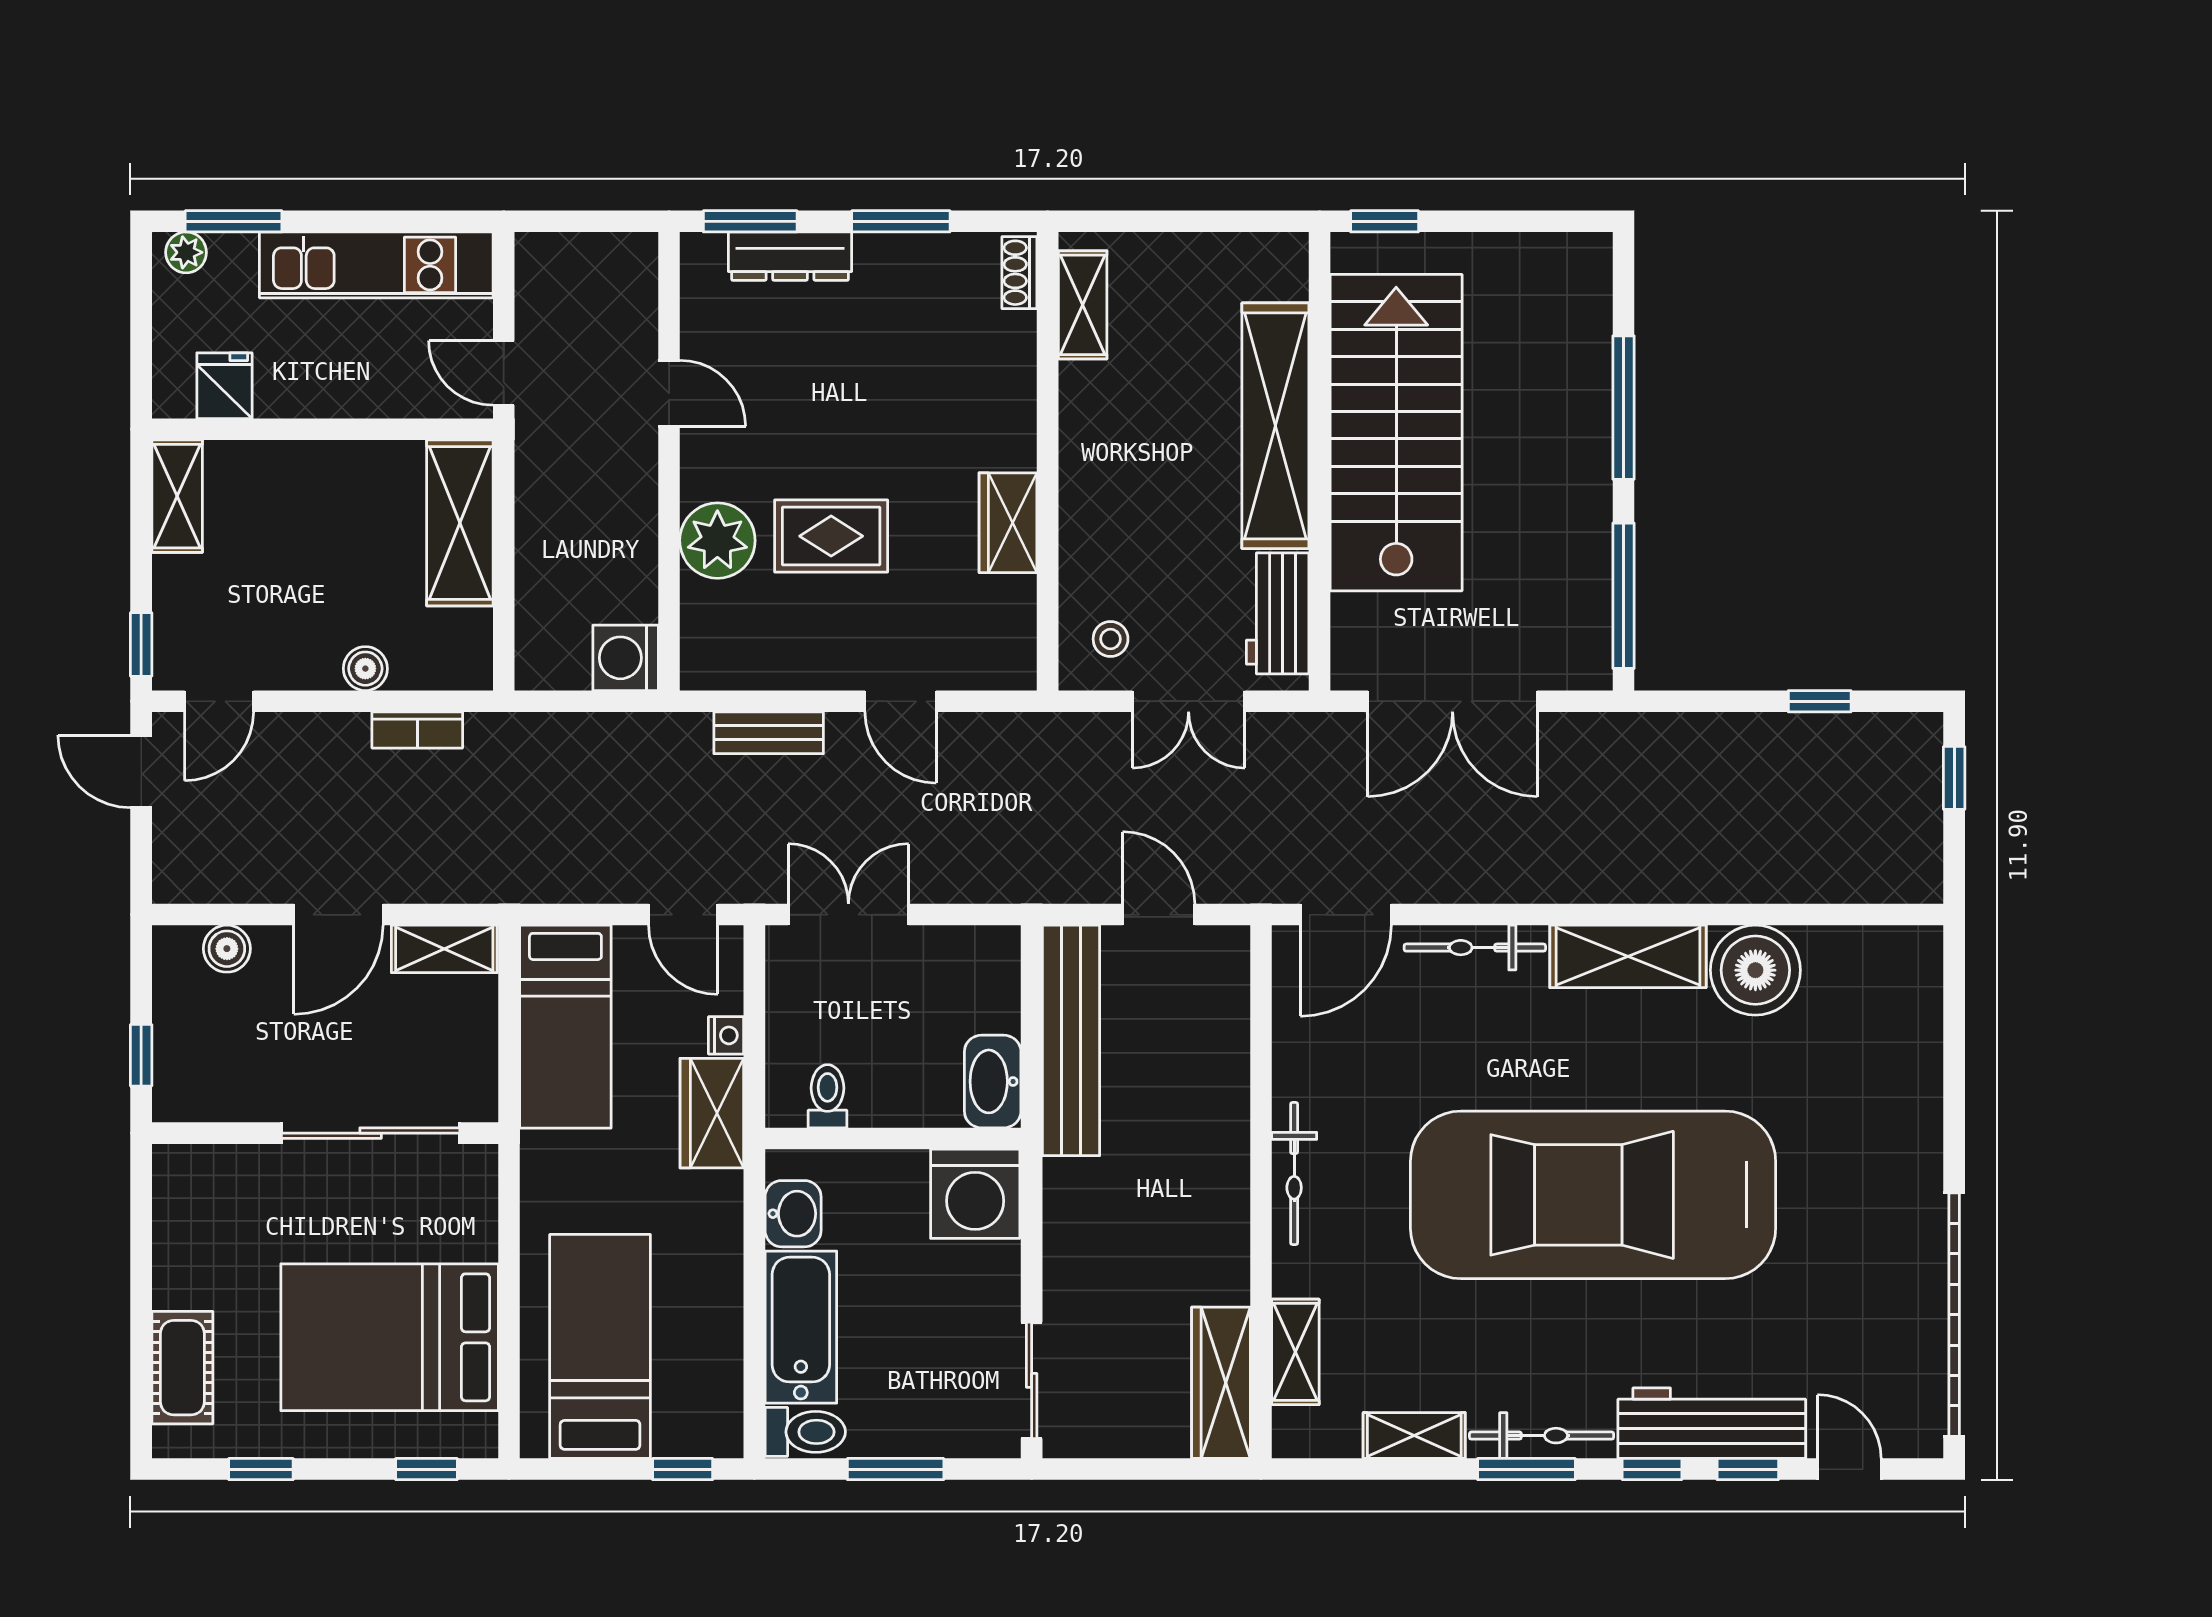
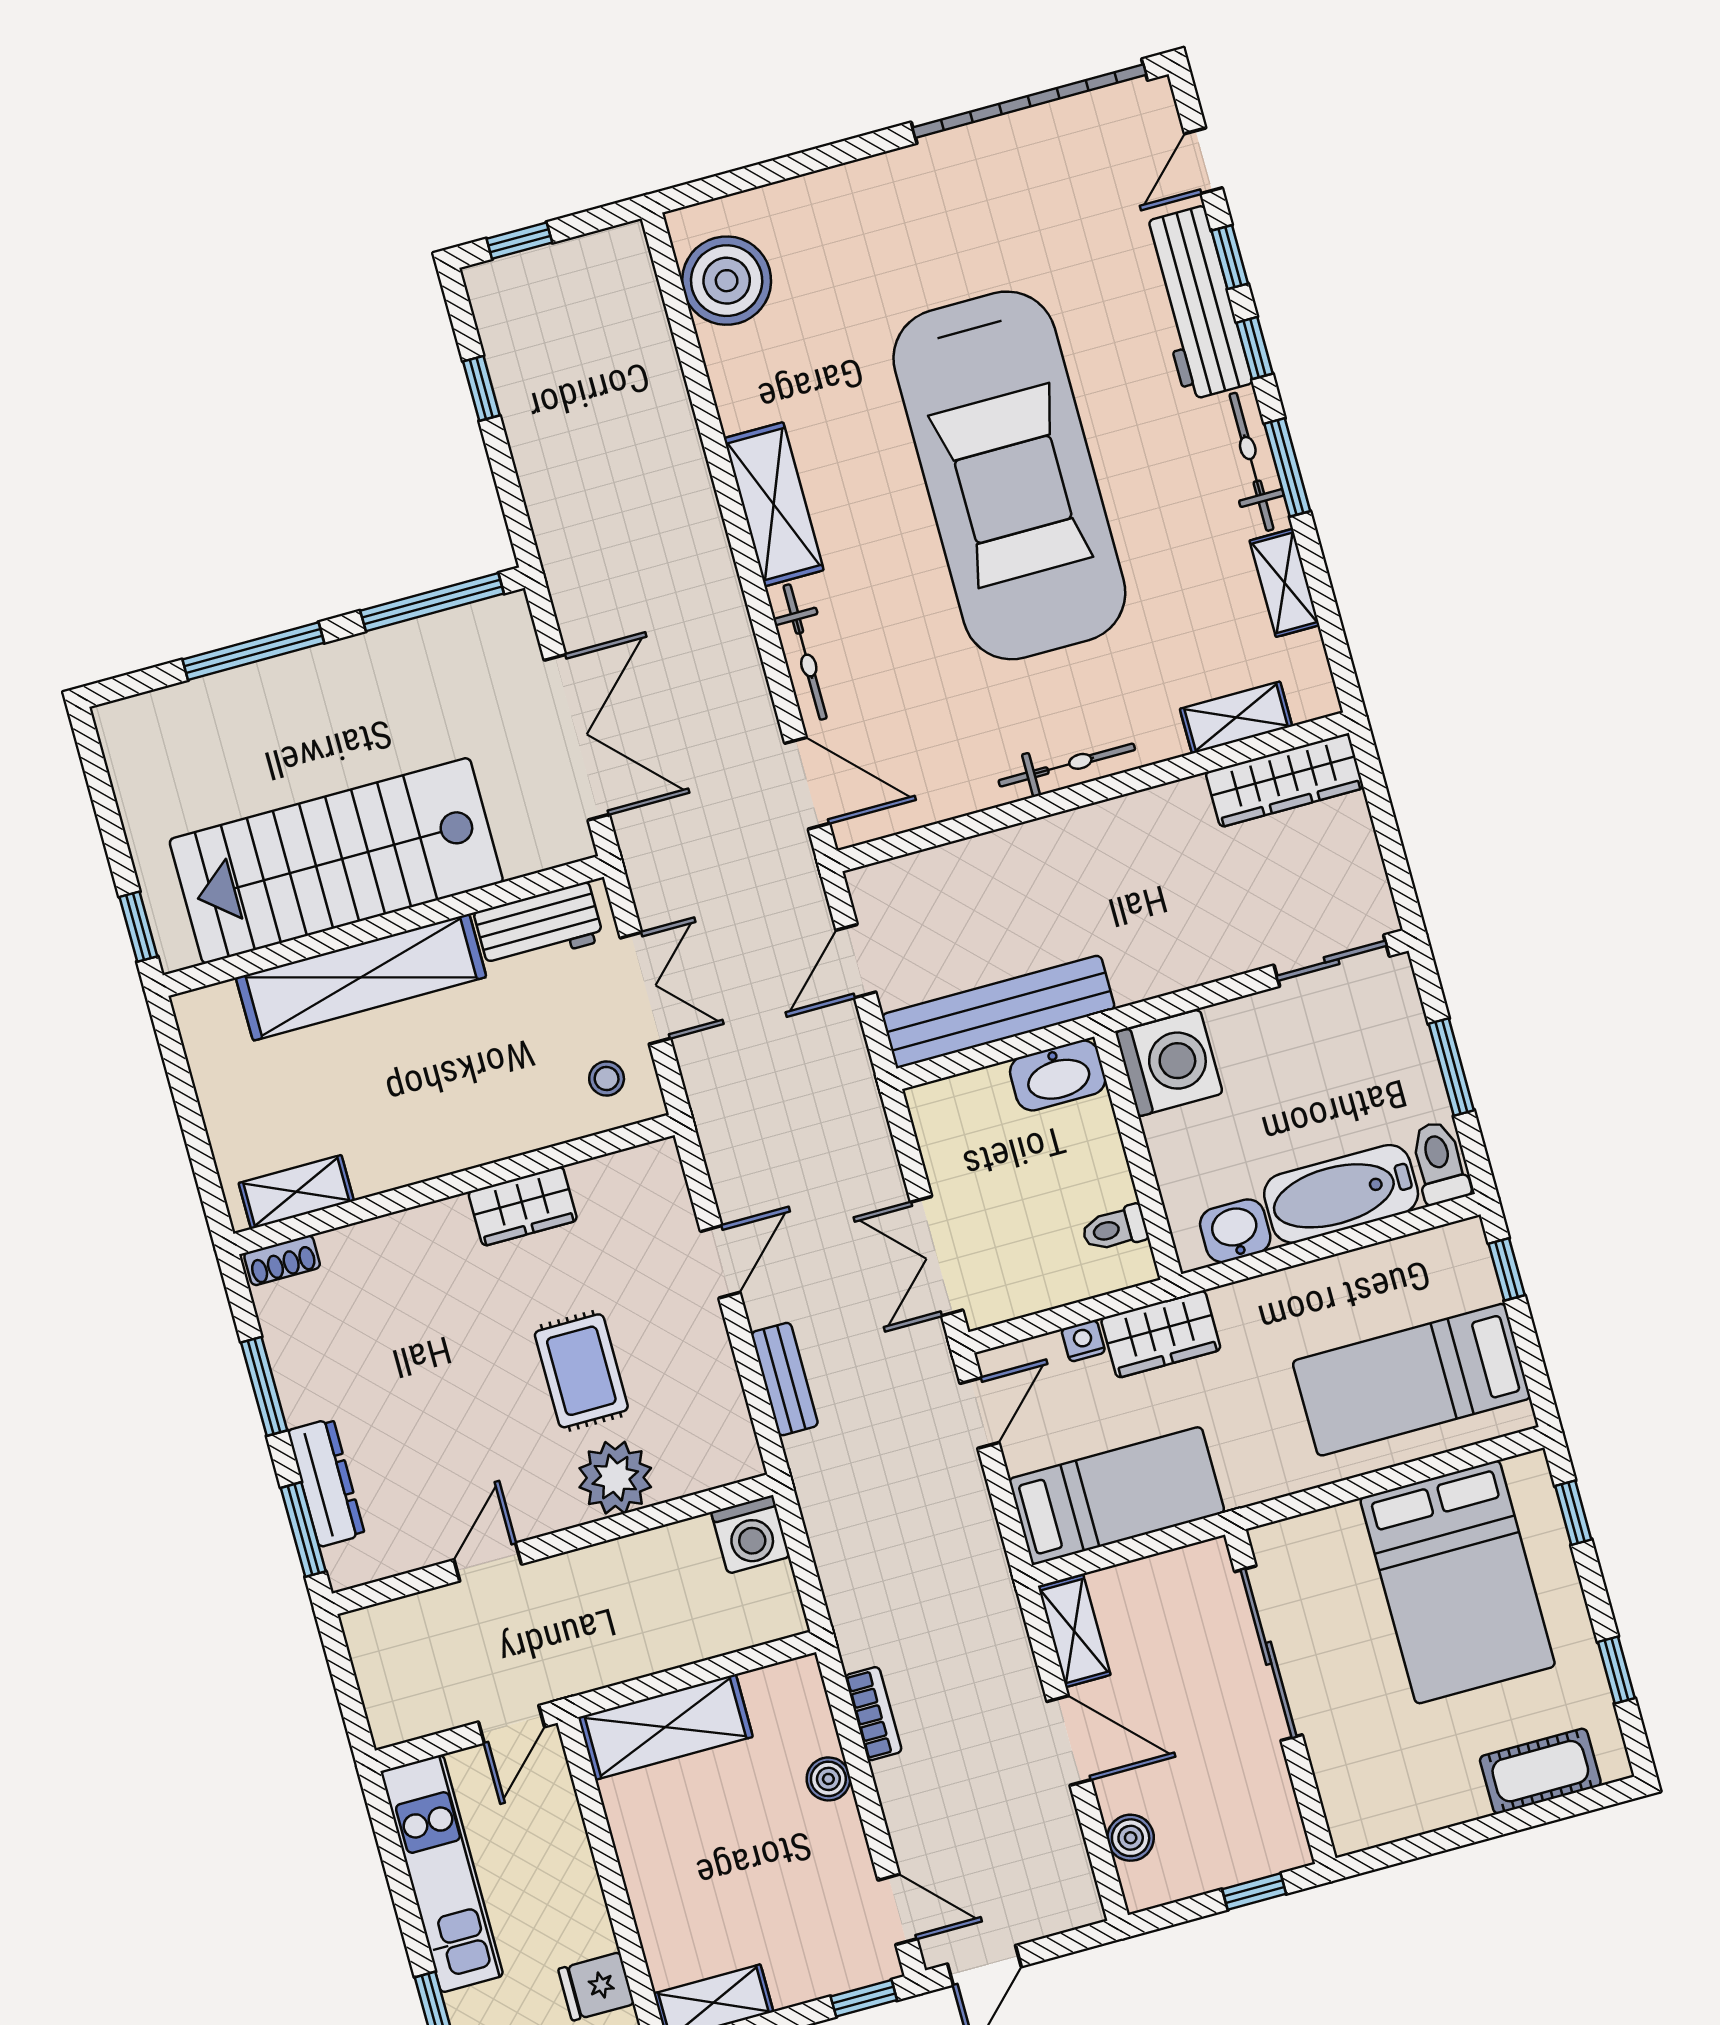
boiler: (1755, 970) -> (727, 281), moved

